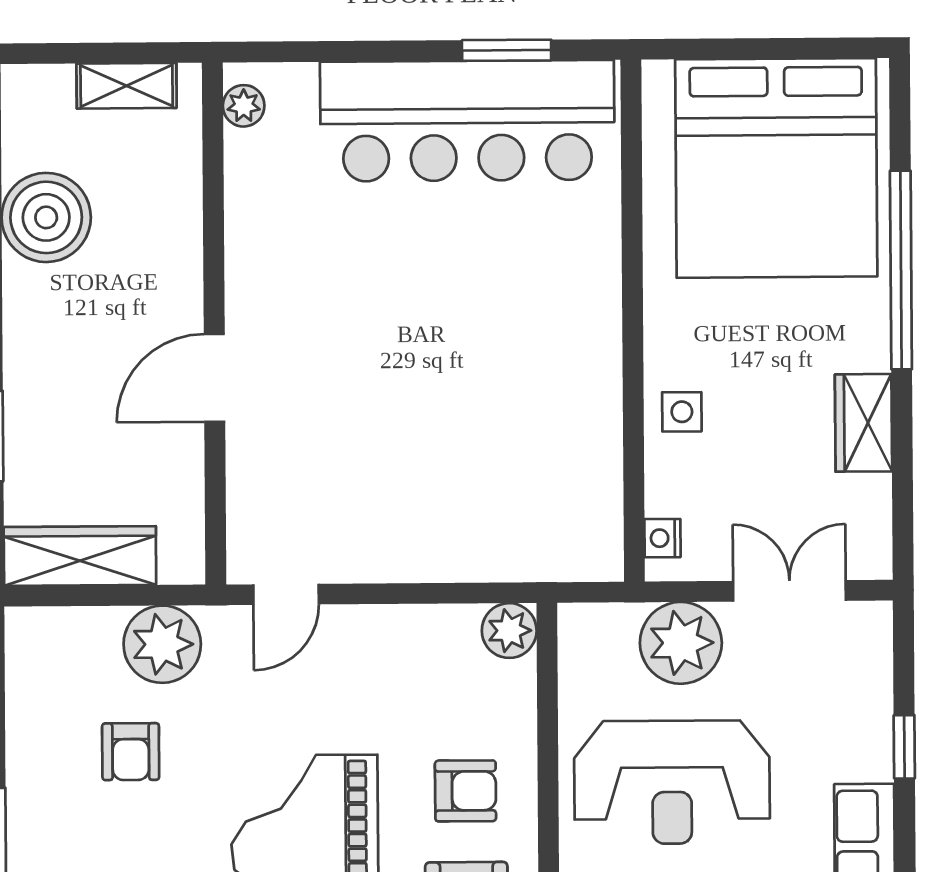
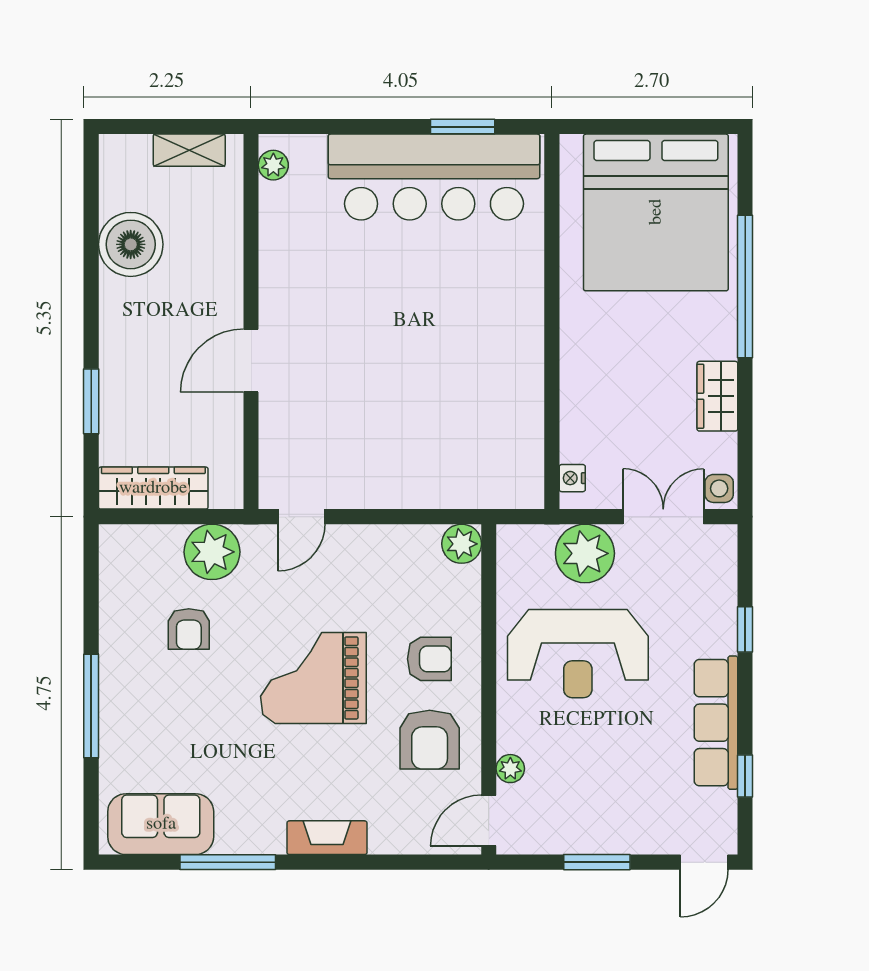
side table: (682, 412) -> (719, 488), moved

